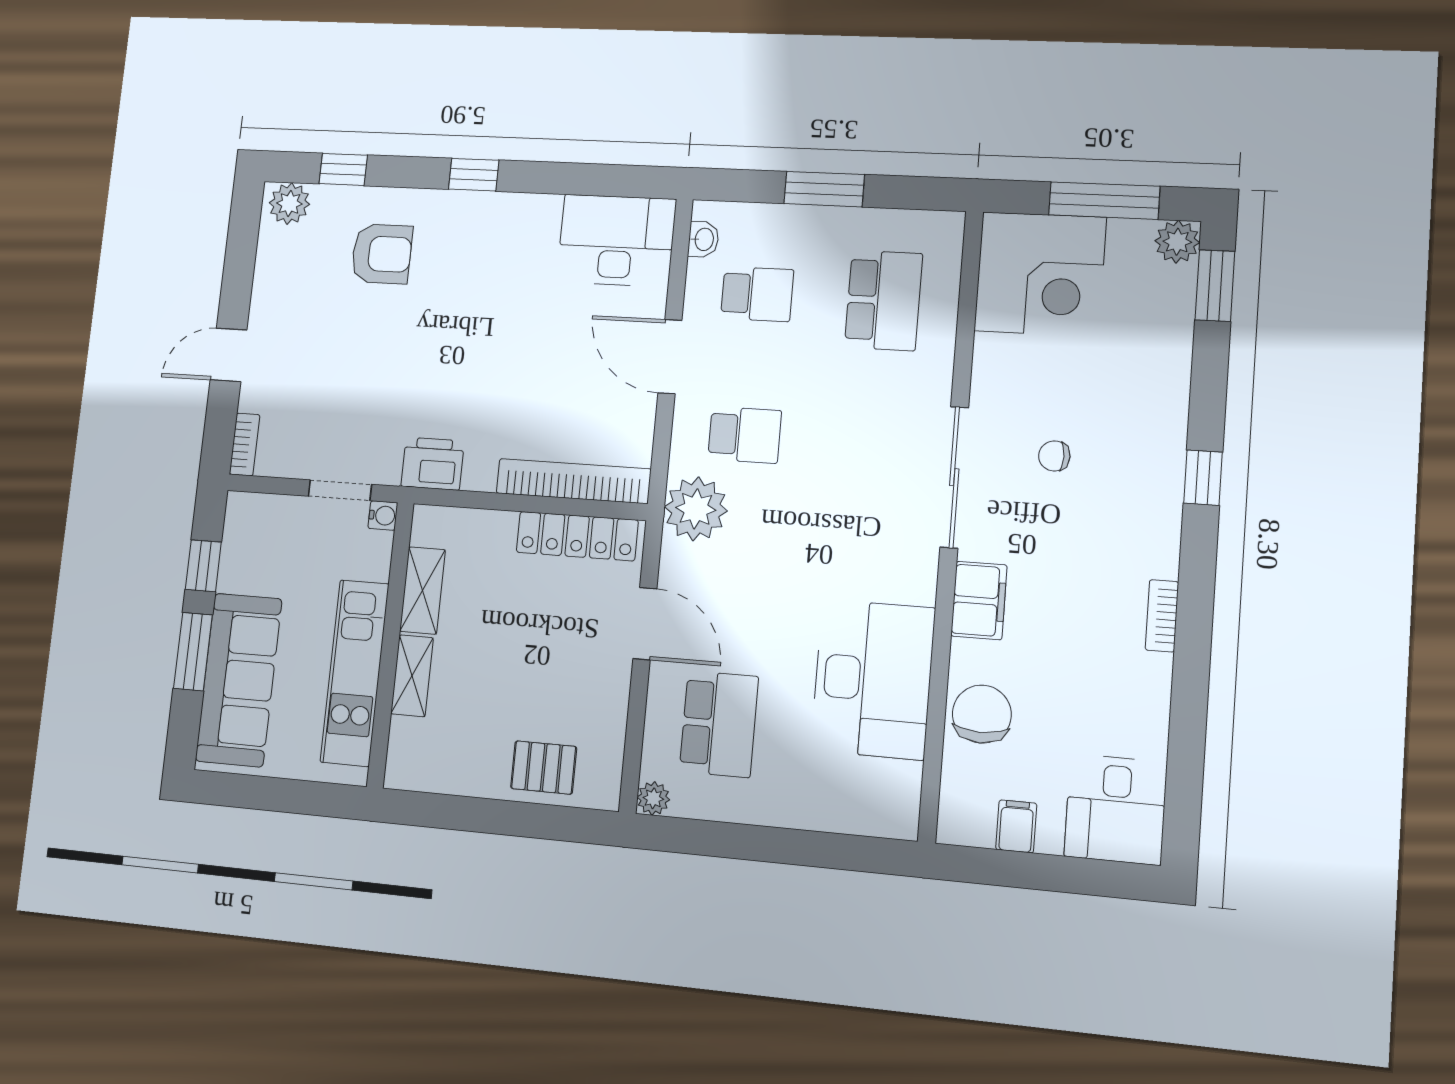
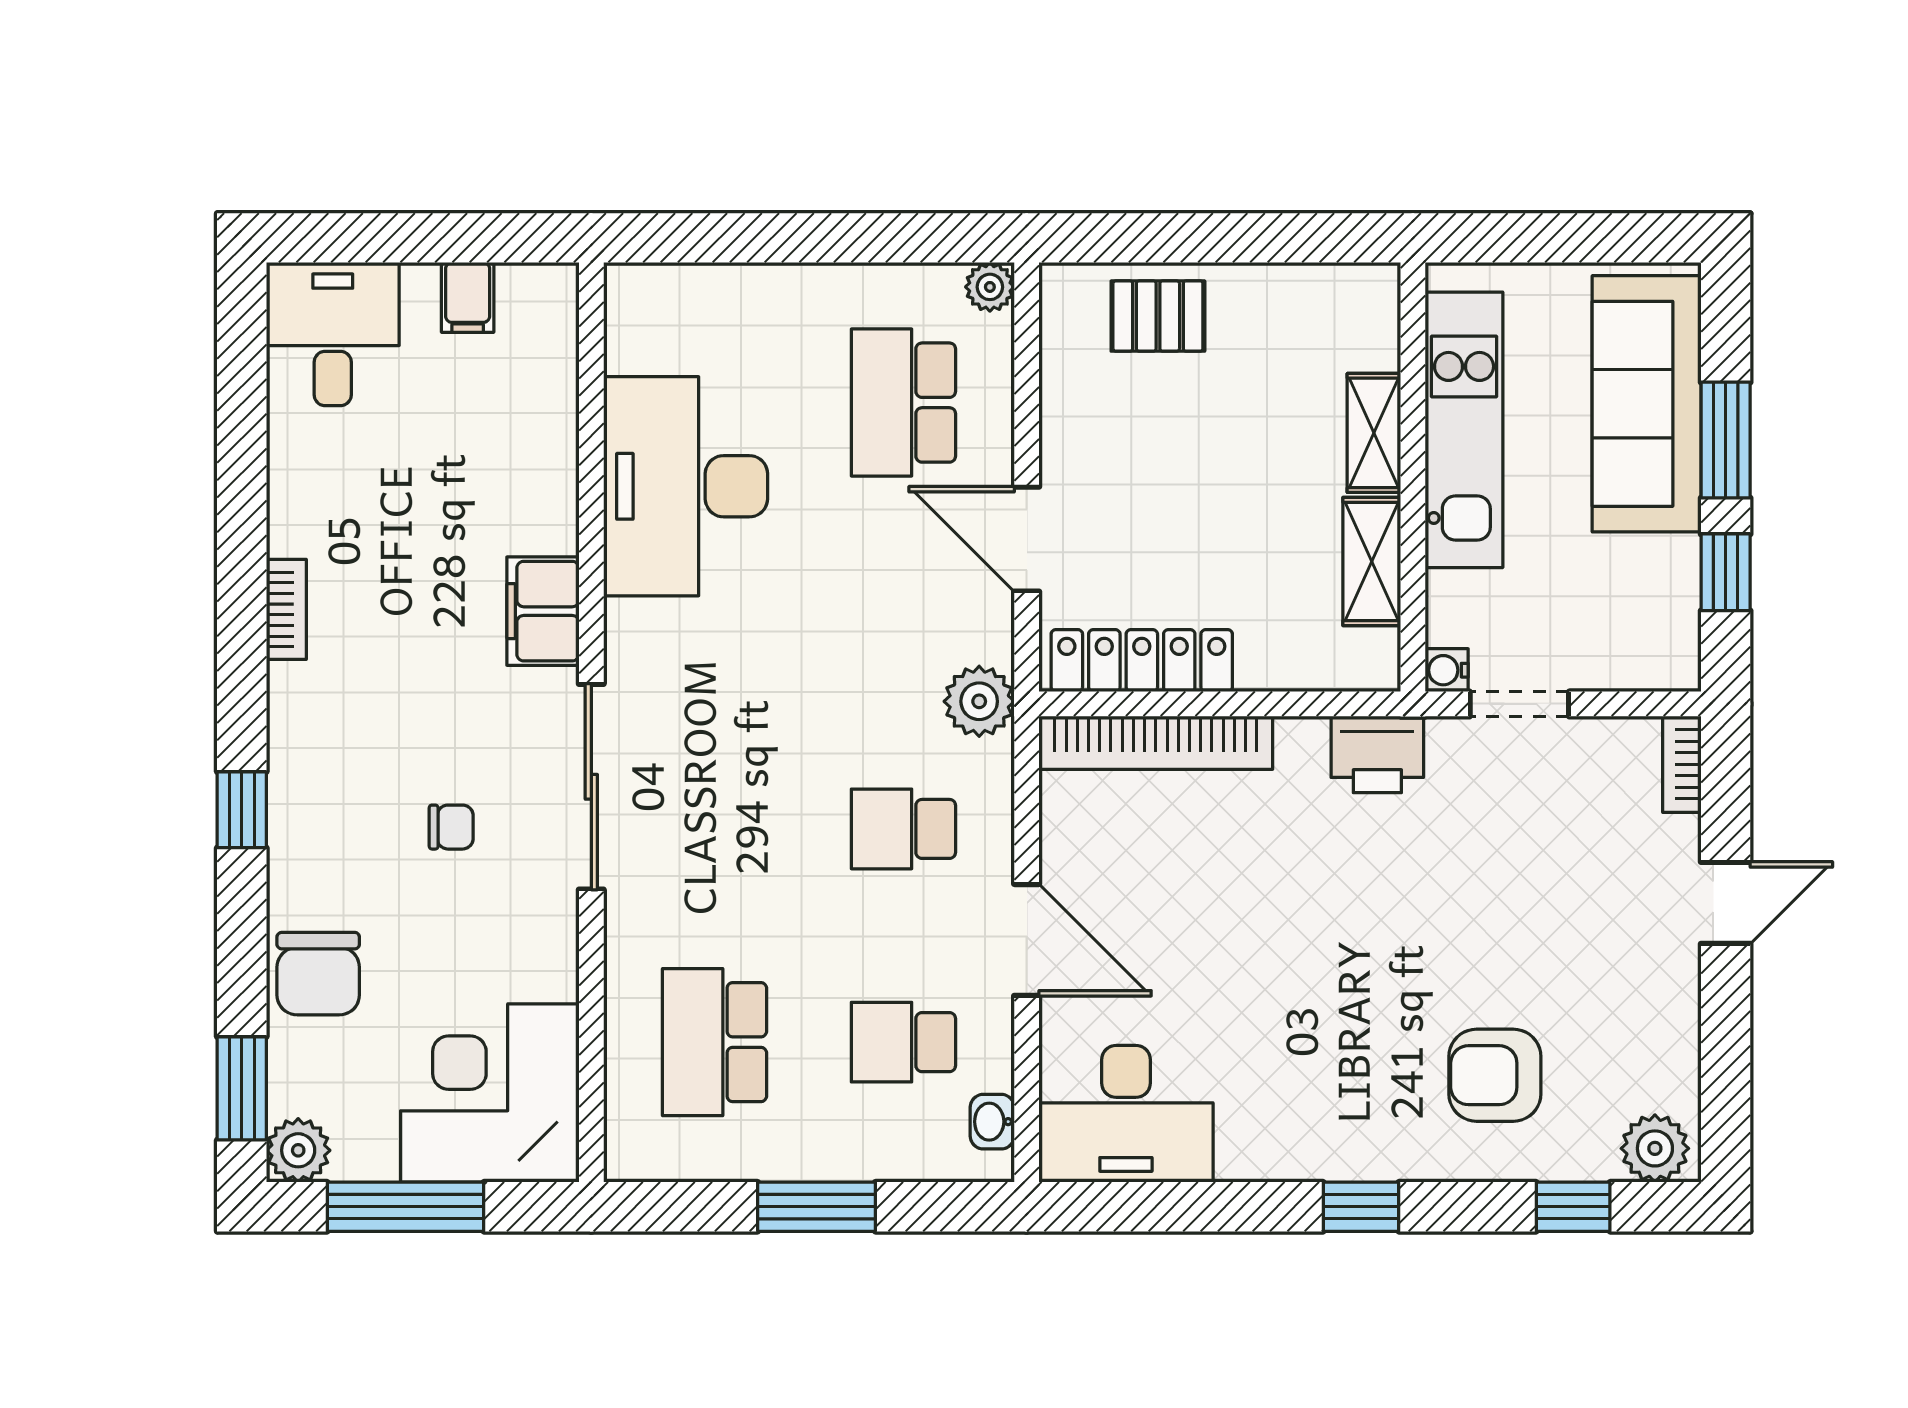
plant: (696, 509) -> (979, 701), width x0.73, depth x0.73
chair: (982, 714) -> (318, 974), moved

